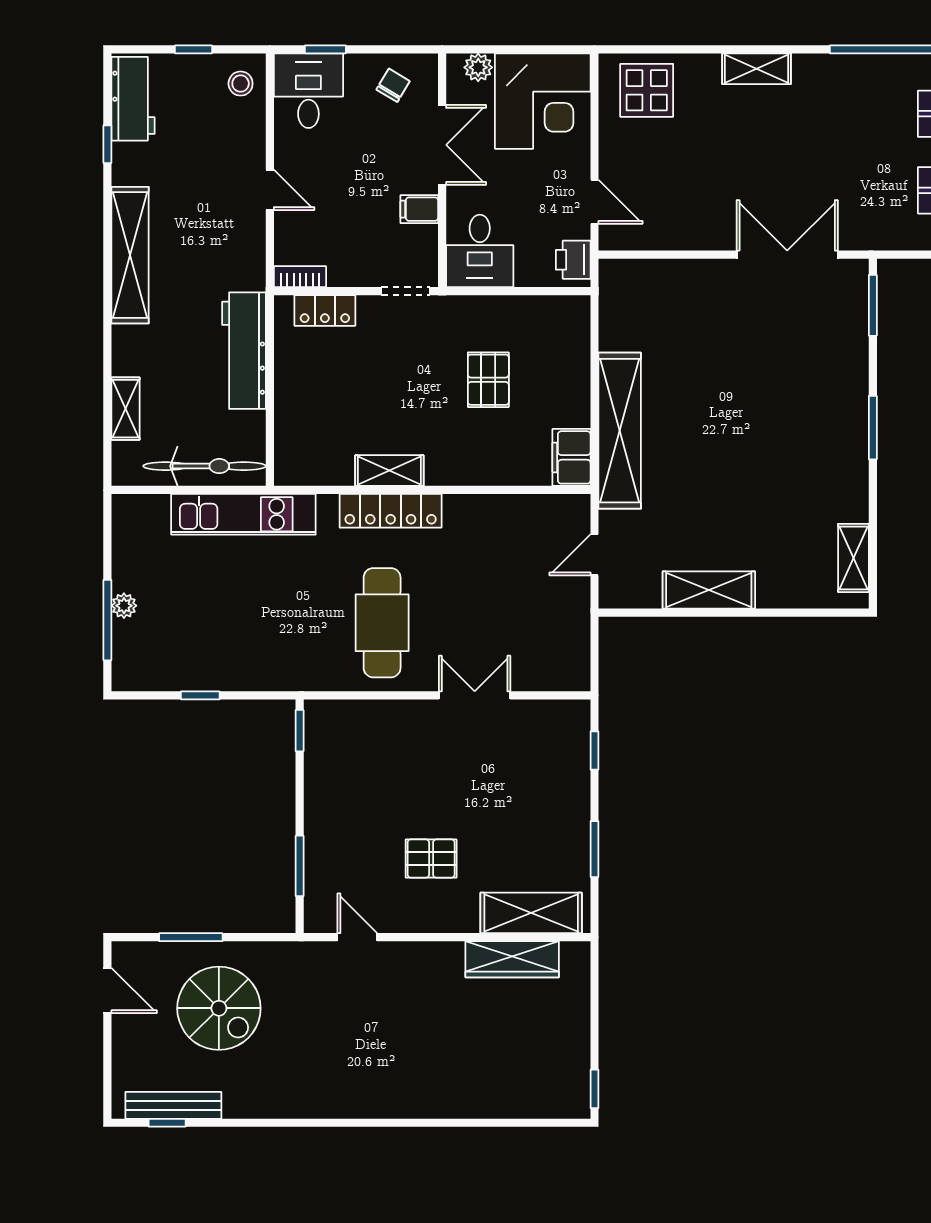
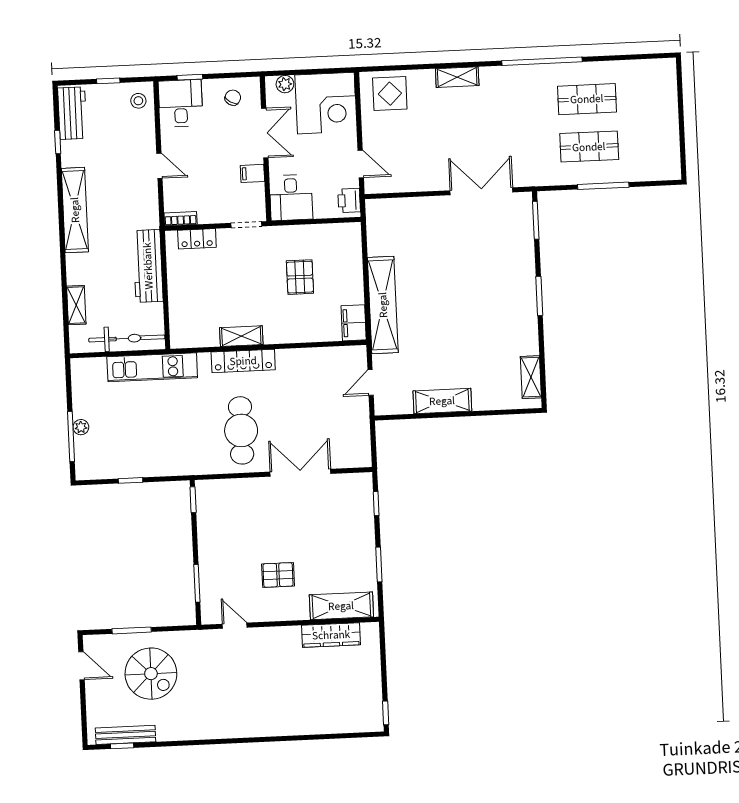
double door: (475, 695) -> (300, 473), width x1.37

